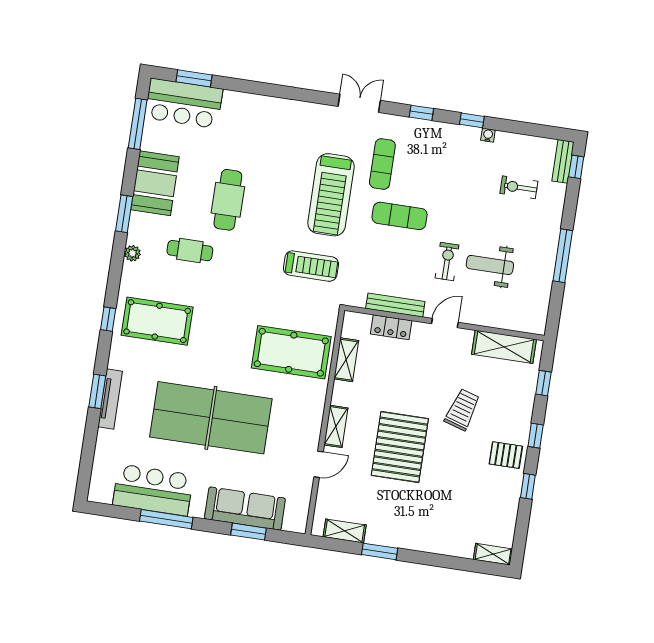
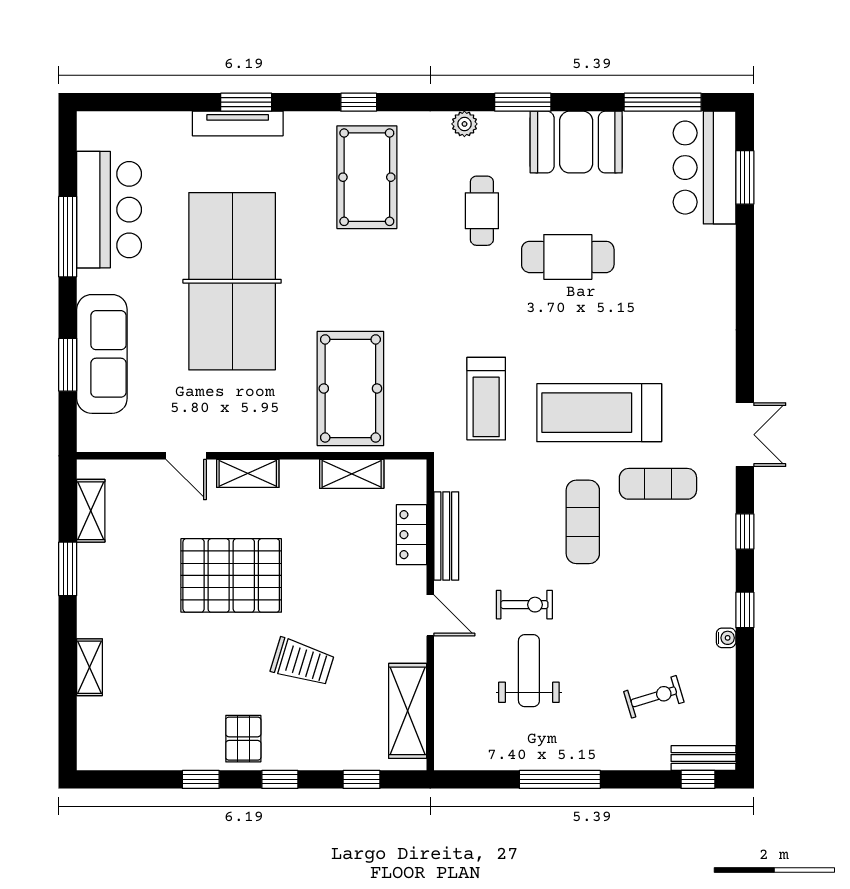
exercise bike: (519, 187) -> (654, 697), turned 73
shelving: (493, 554) -> (89, 667), moved

